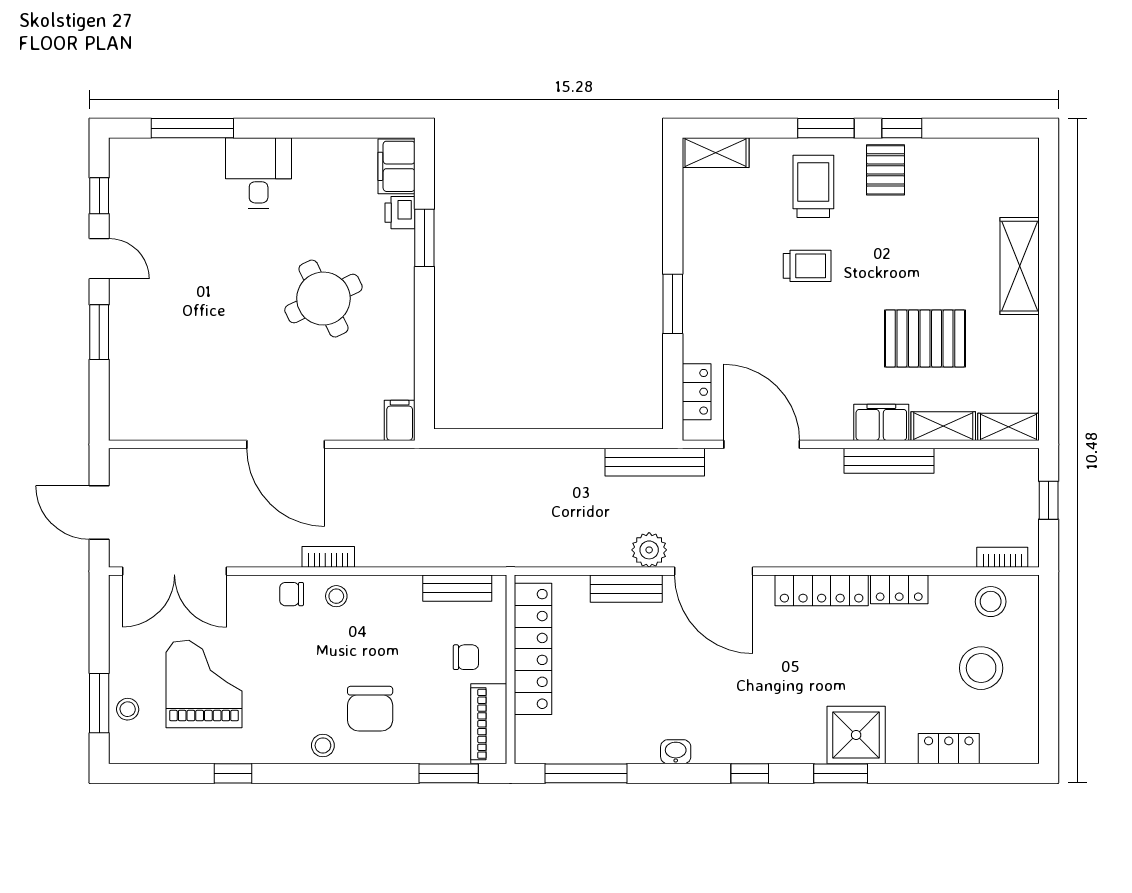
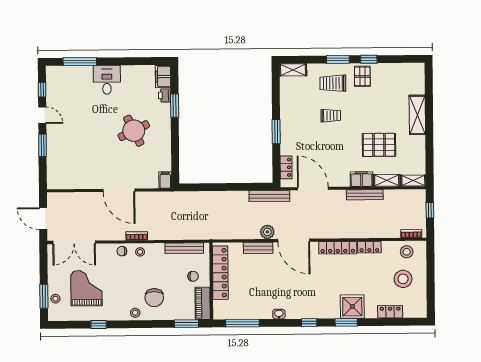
trolley: (813, 186) -> (333, 83), turned -90
bench: (457, 588) -> (184, 248), width x1.36

